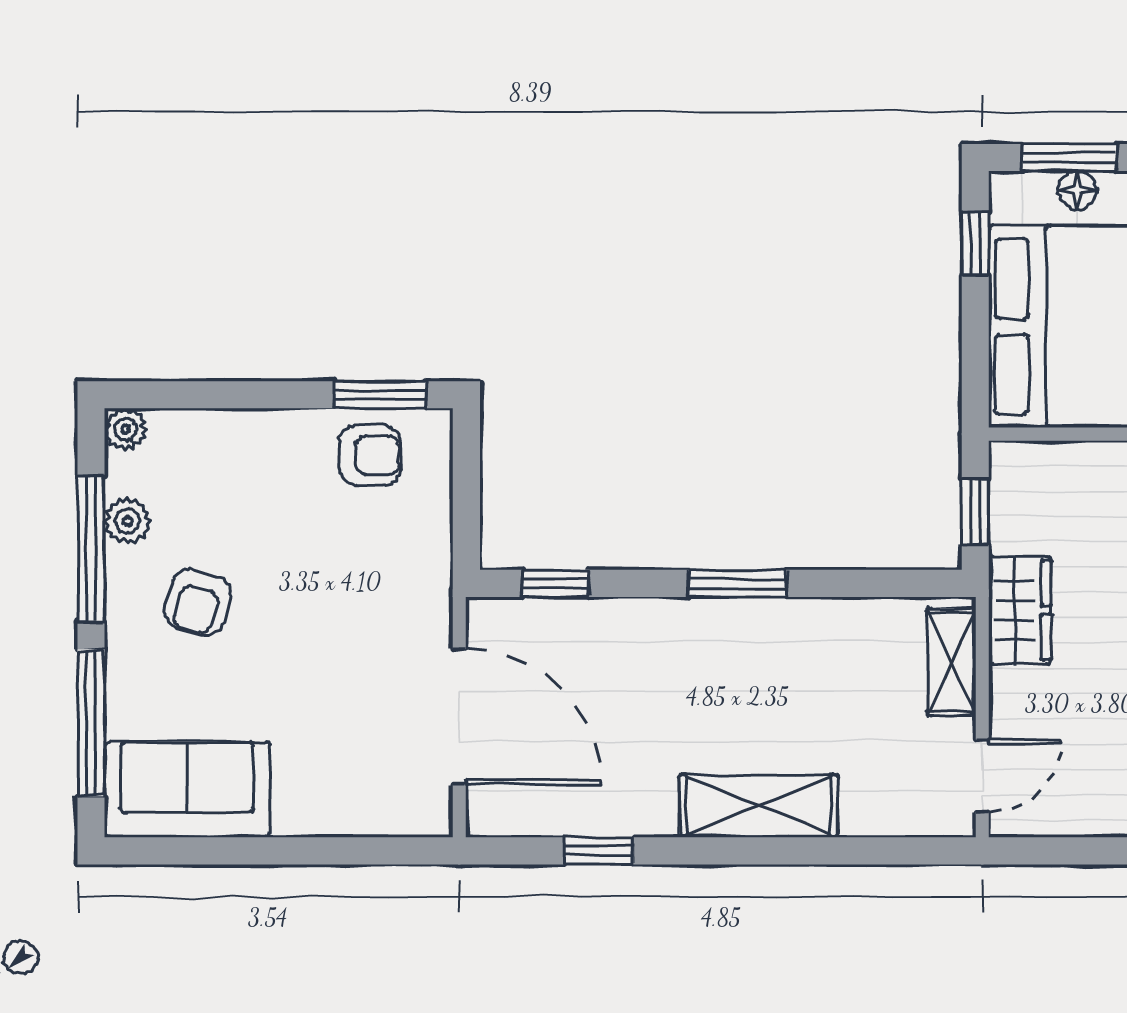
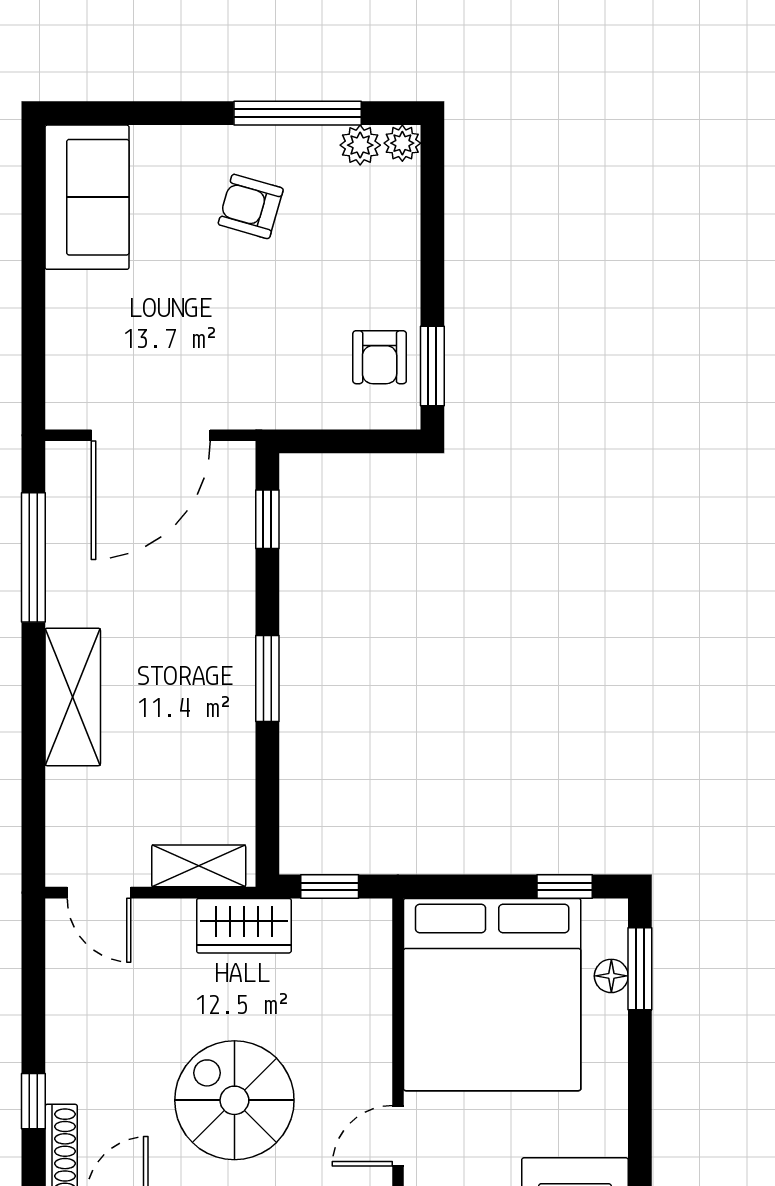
plant: (127, 521) -> (360, 145), moved
window: (91, 723) -> (146, 113), removed
window: (599, 851) -> (33, 557), width x2.17

